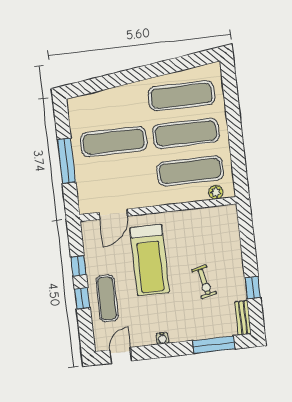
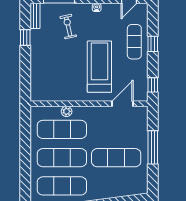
plant: (216, 192) -> (67, 111), moved
window: (79, 266) -> (153, 85), moved
exercise bike: (204, 282) -> (68, 27), moved

